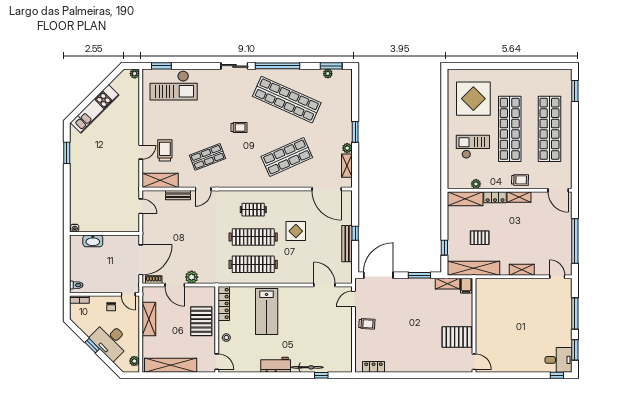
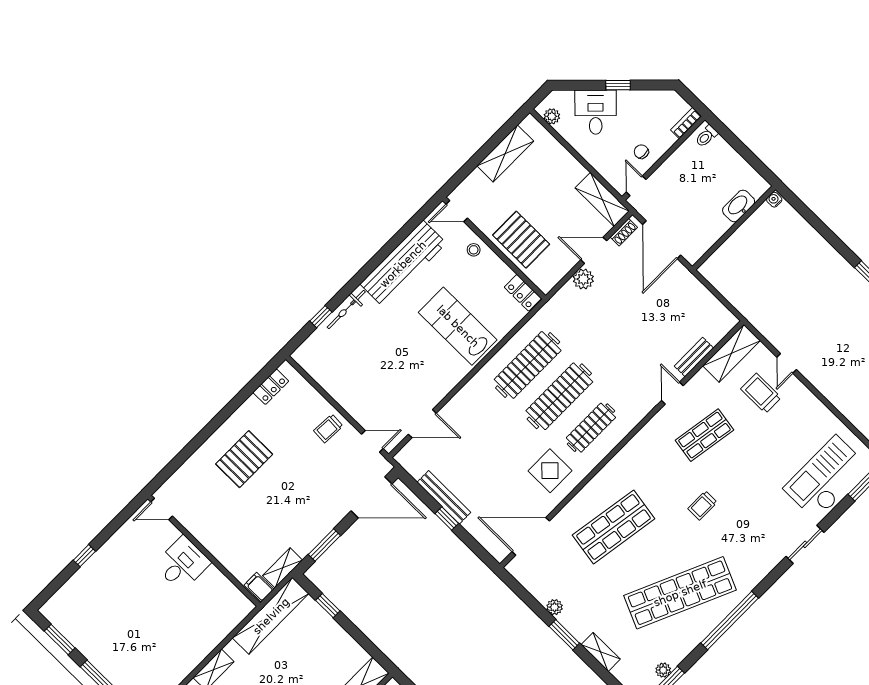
sliding door: (234, 66) -> (805, 544), moved
trolley: (165, 150) -> (761, 393), turned 180
shop shelf: (207, 157) -> (704, 435), turned 30
shop shelf: (287, 157) -> (614, 527), turned 33
shelving: (347, 166) -> (601, 652), moved
door: (141, 206) -> (724, 301), removed
clothes rail: (253, 210) -> (591, 428), width x1.36
display table: (296, 231) -> (550, 471), moved
pallet: (480, 238) -> (299, 658), removed
door: (378, 275) -> (372, 497), hinge flipped
door: (128, 294) -> (636, 186), hinge flipped
door: (354, 299) -> (372, 441), hinge flipped
locker: (224, 303) -> (523, 293), width x0.66
shelving: (149, 319) -> (602, 200), moved
pallet: (457, 337) -> (244, 459), moved
desk: (110, 340) -> (596, 112), width x0.73
desk: (559, 360) -> (182, 564), moved, turned 180
shelving: (171, 365) -> (505, 153), width x0.68
workbench: (276, 365) -> (403, 264), width x1.88, depth x1.32
window: (557, 375) -> (84, 556), moved

